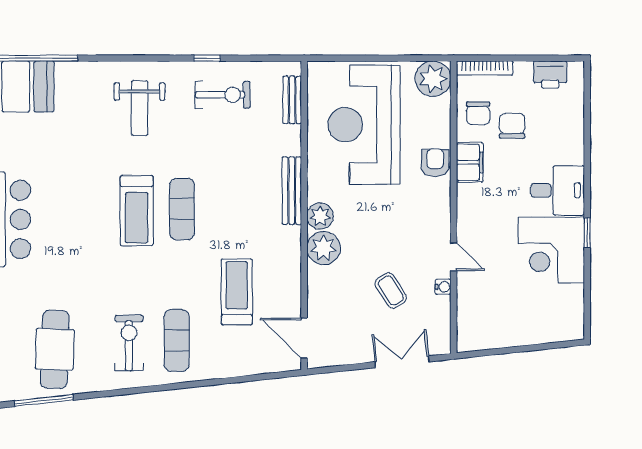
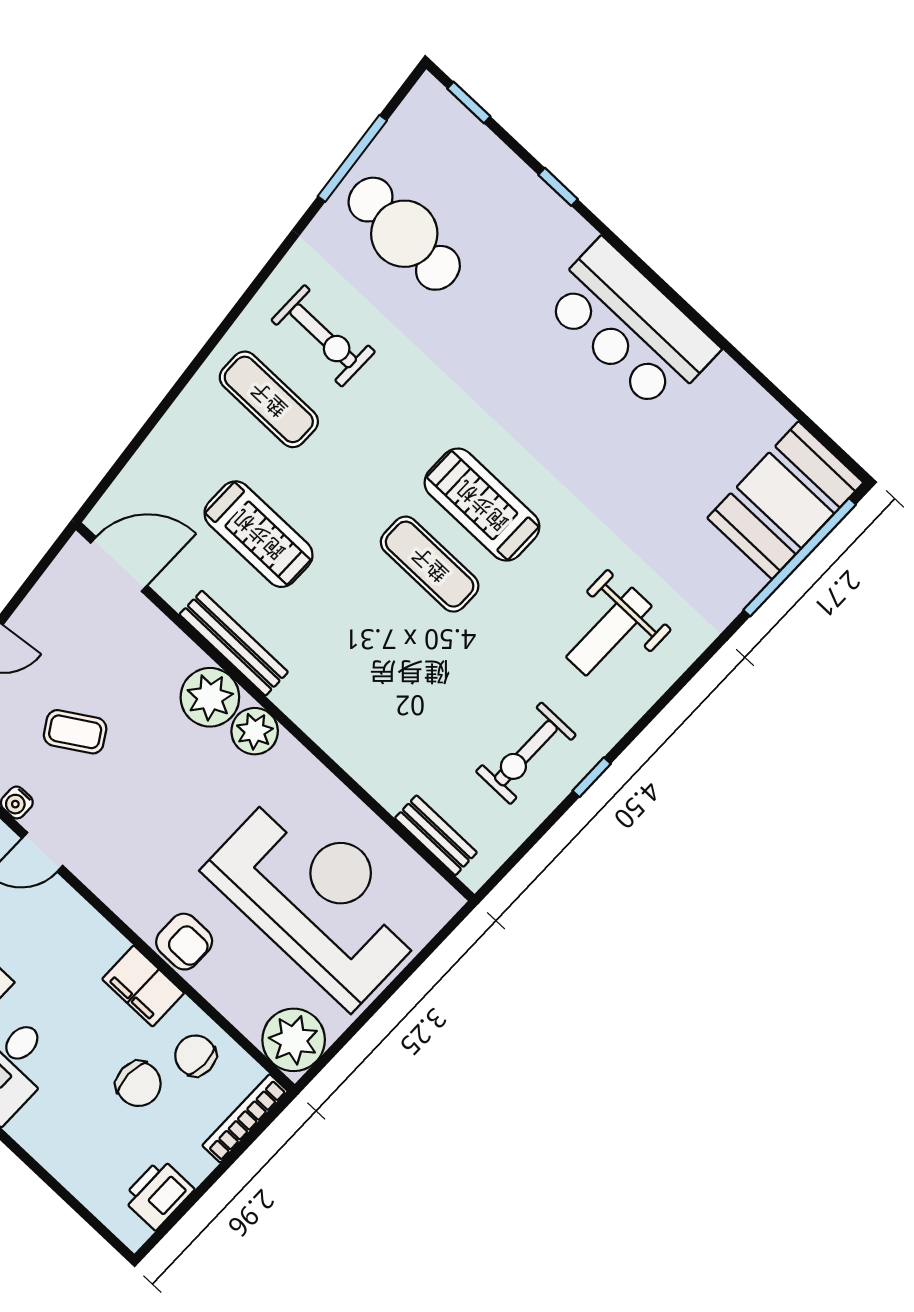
weight bench: (140, 108) -> (609, 632), turned -90
bench: (292, 191) -> (234, 643), moved

